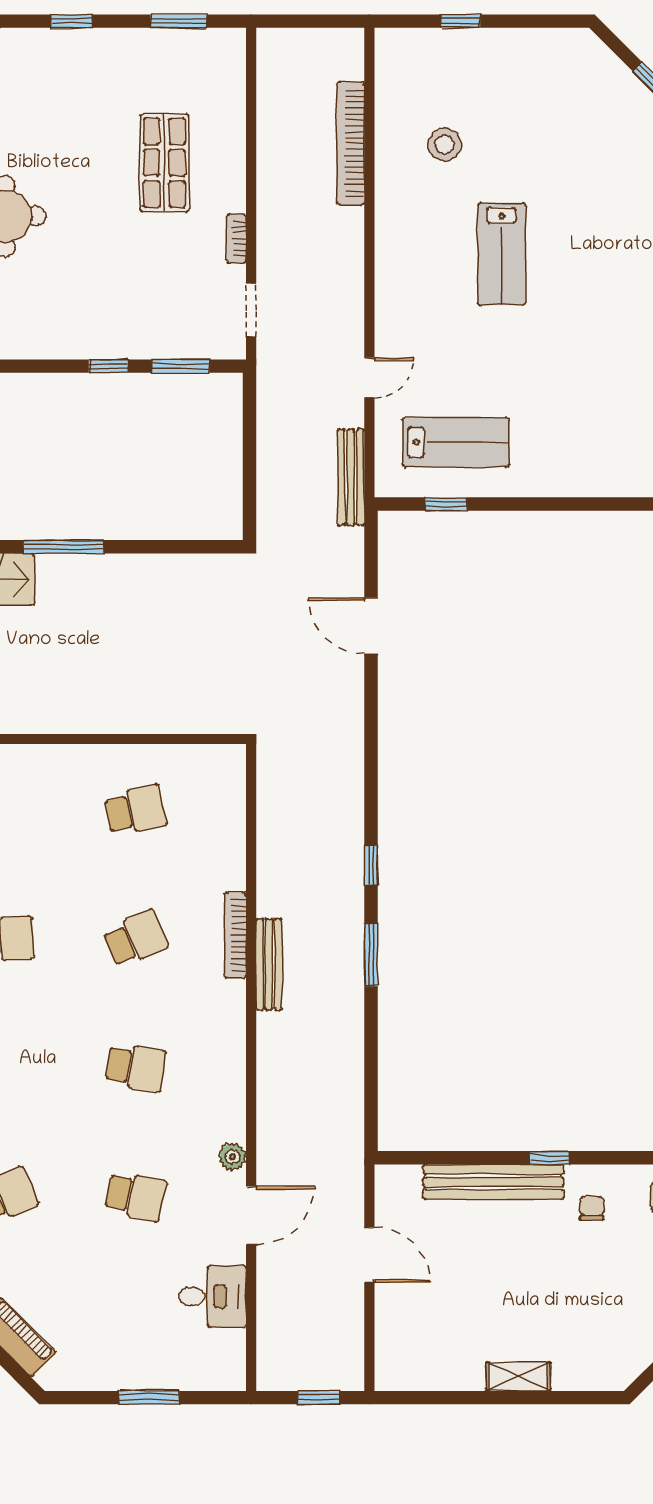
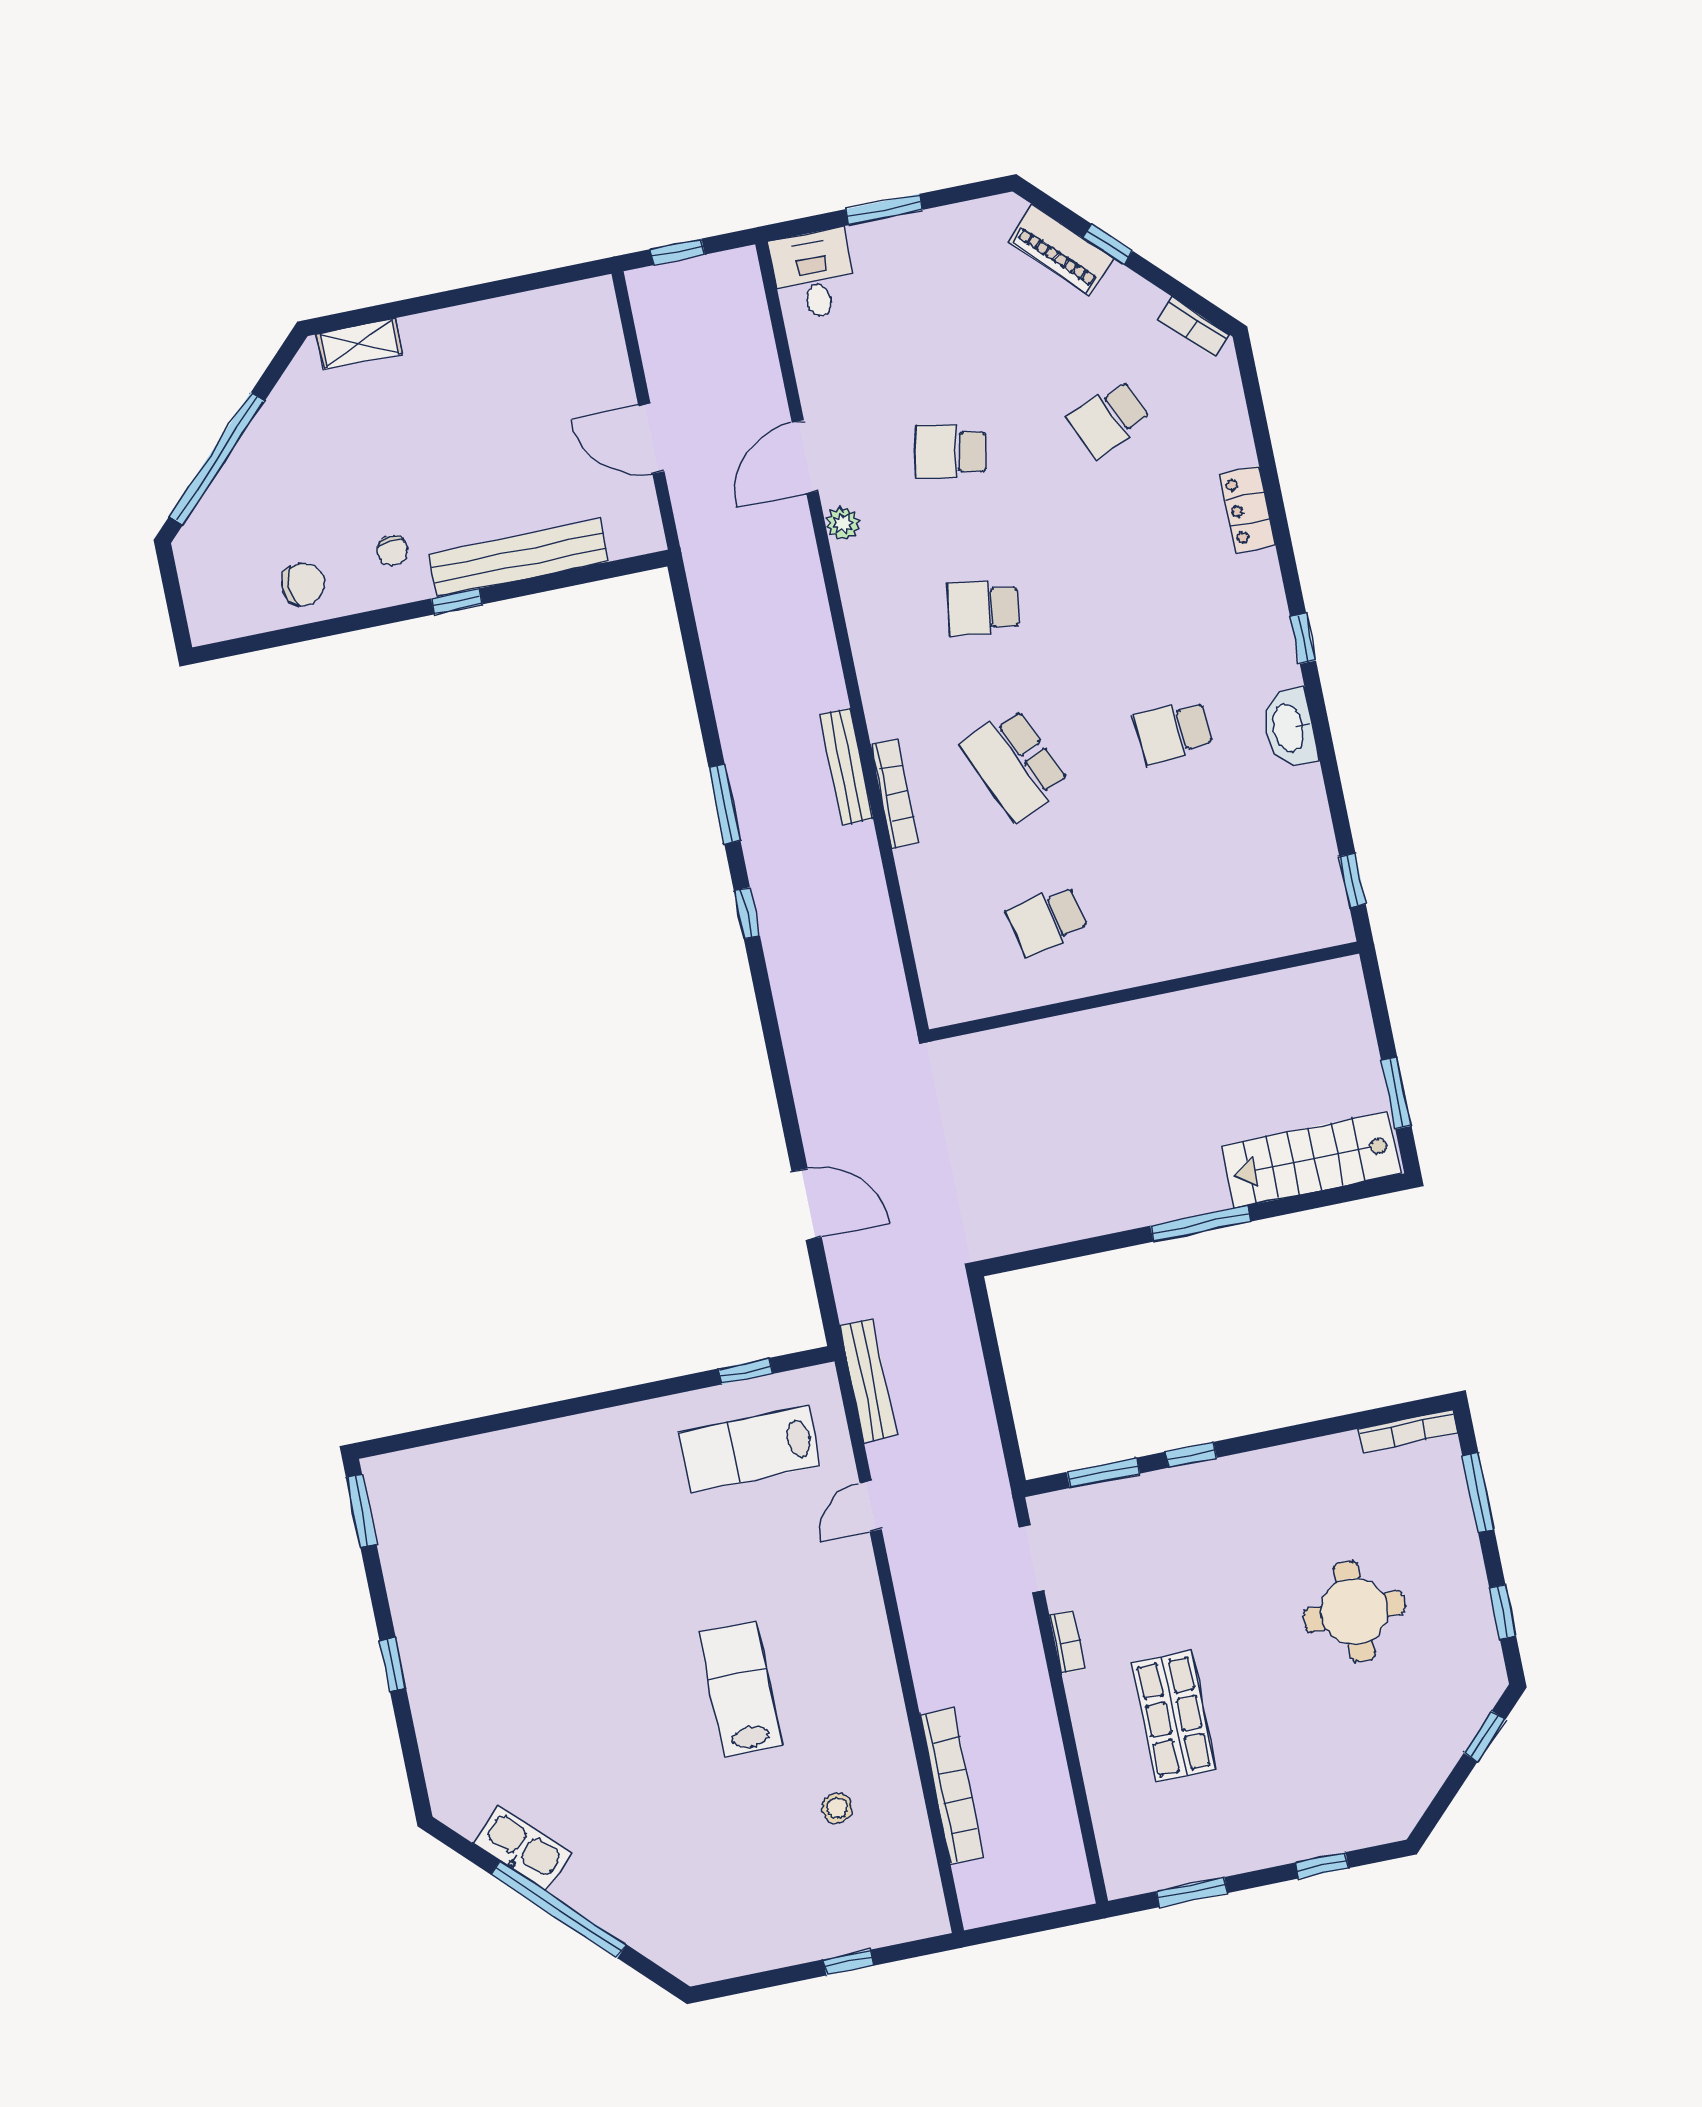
stool: (445, 145) -> (837, 1808), width x0.73, depth x0.73
school desk: (136, 939) -> (1015, 764), width x1.85
desk: (213, 1296) -> (814, 275), moved, turned 90
shelving: (518, 1377) -> (359, 344), moved

